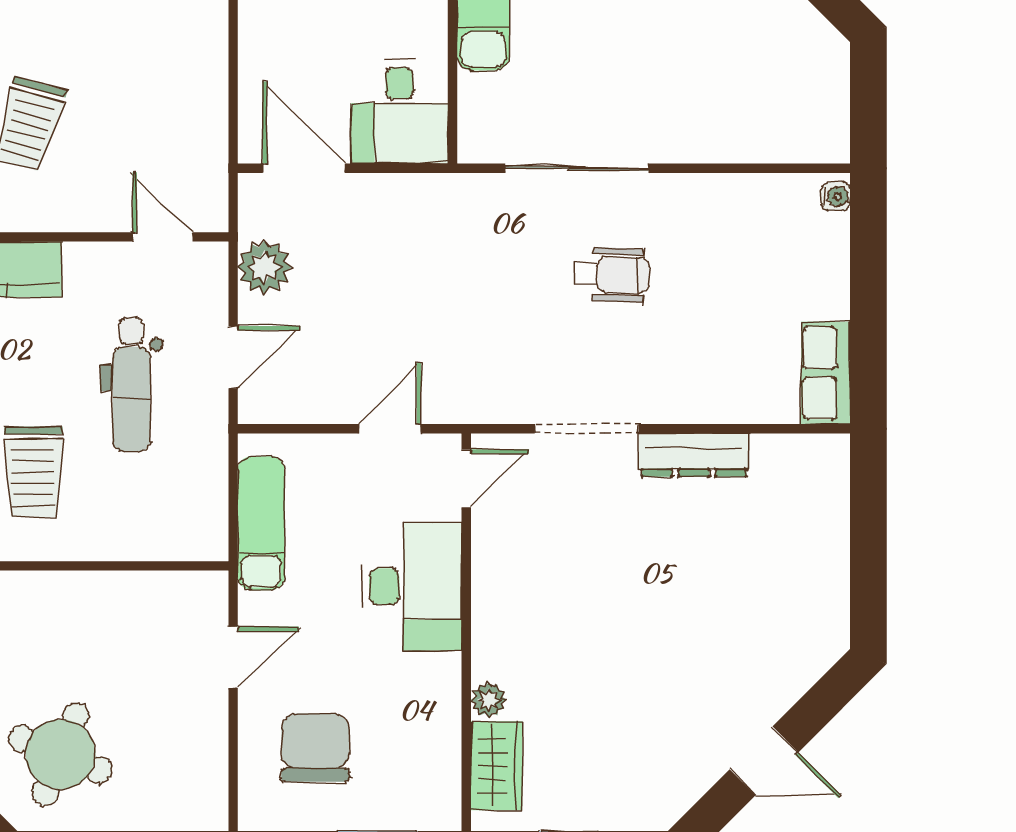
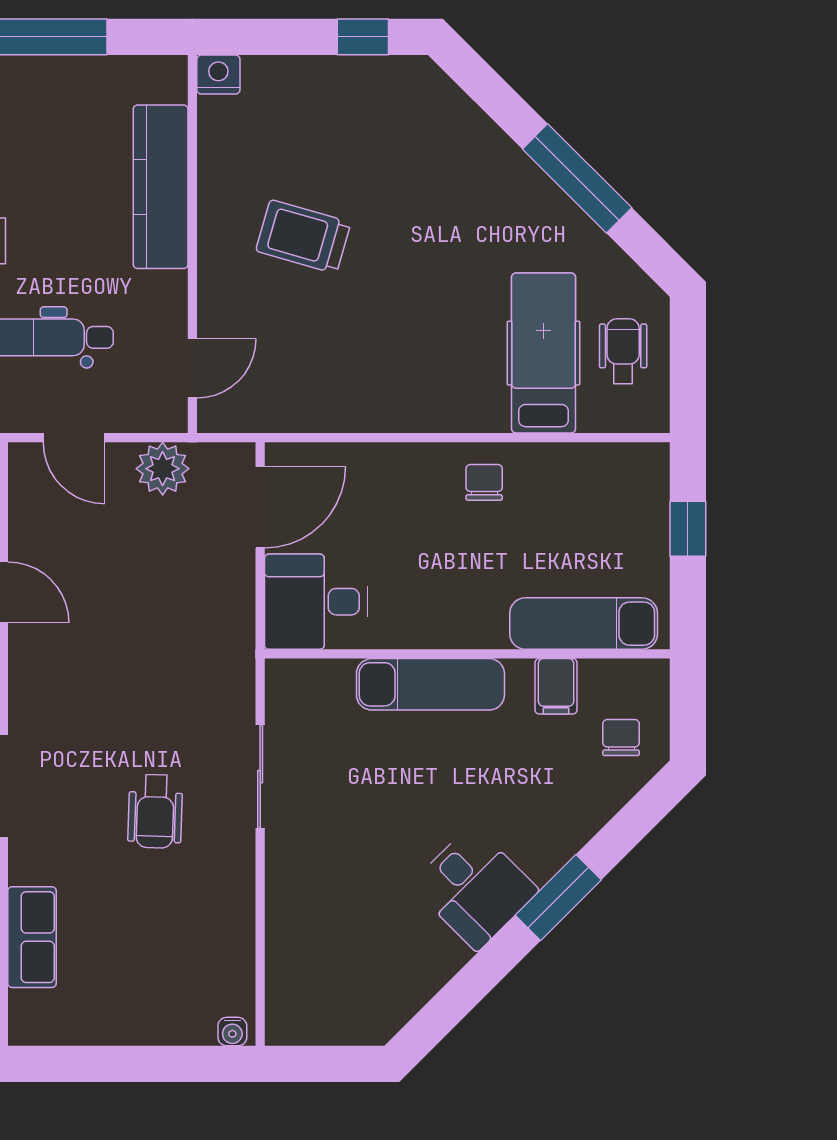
sliding door: (577, 168) -> (260, 777), width x0.73
row of seats: (826, 373) -> (32, 937), moved, turned 90

